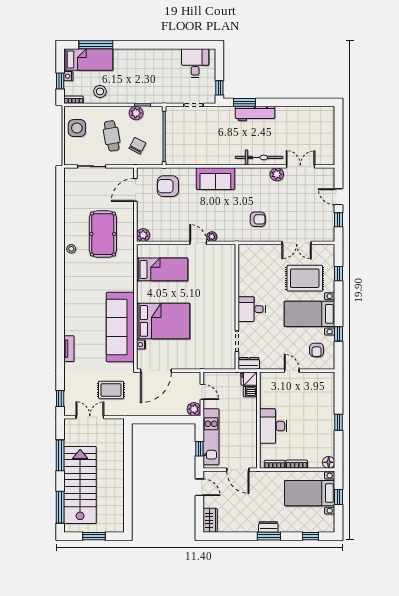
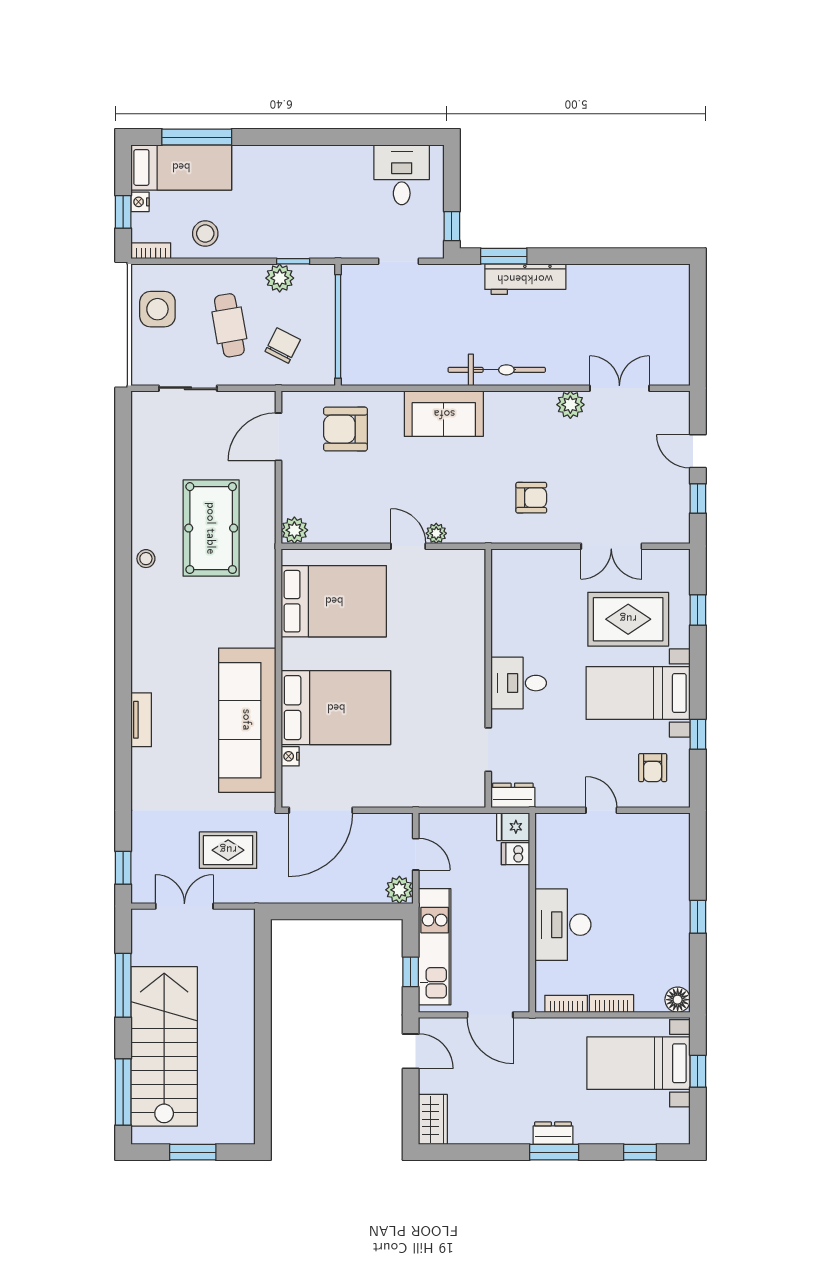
bicycle: (259, 157) -> (497, 370), moved
bed: (162, 269) -> (334, 601), width x1.50
tv unit: (69, 349) -> (141, 720), moved

